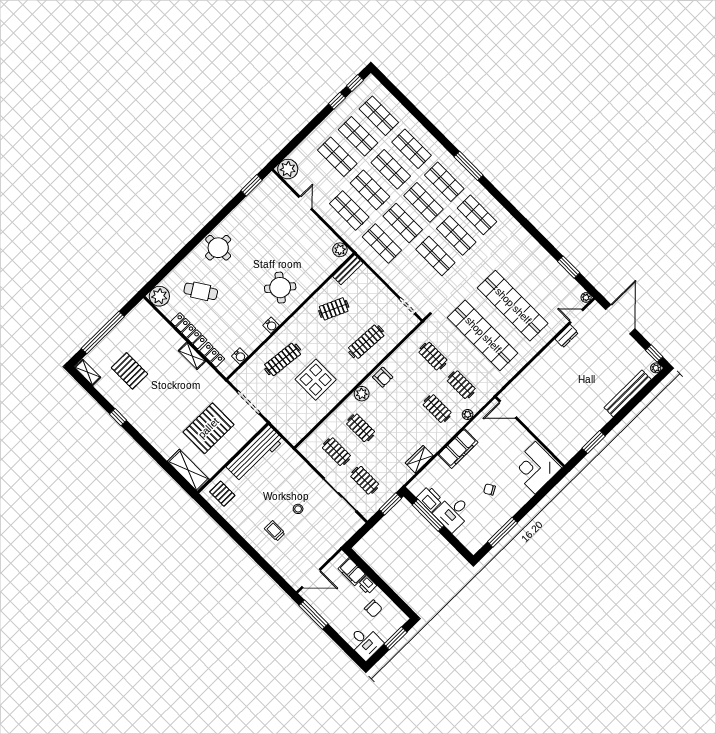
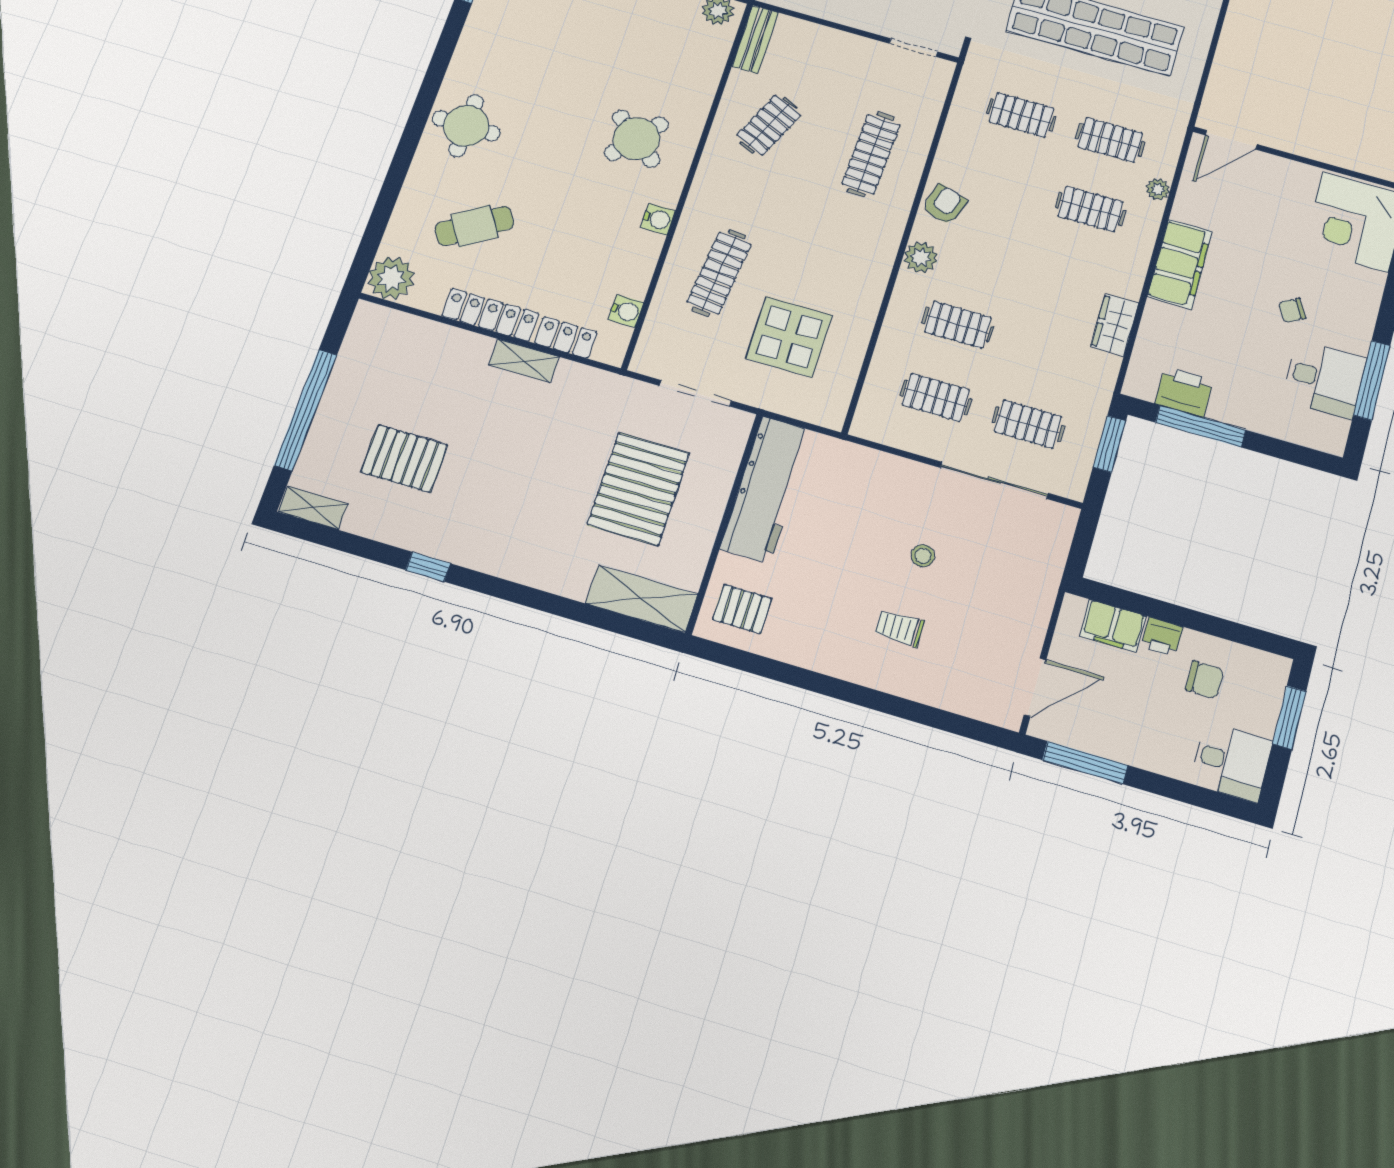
armchair: (383, 377) -> (944, 205), turned -73
display table: (316, 380) -> (789, 337), moved
desk: (453, 513) -> (1324, 379), moved, turned -90

